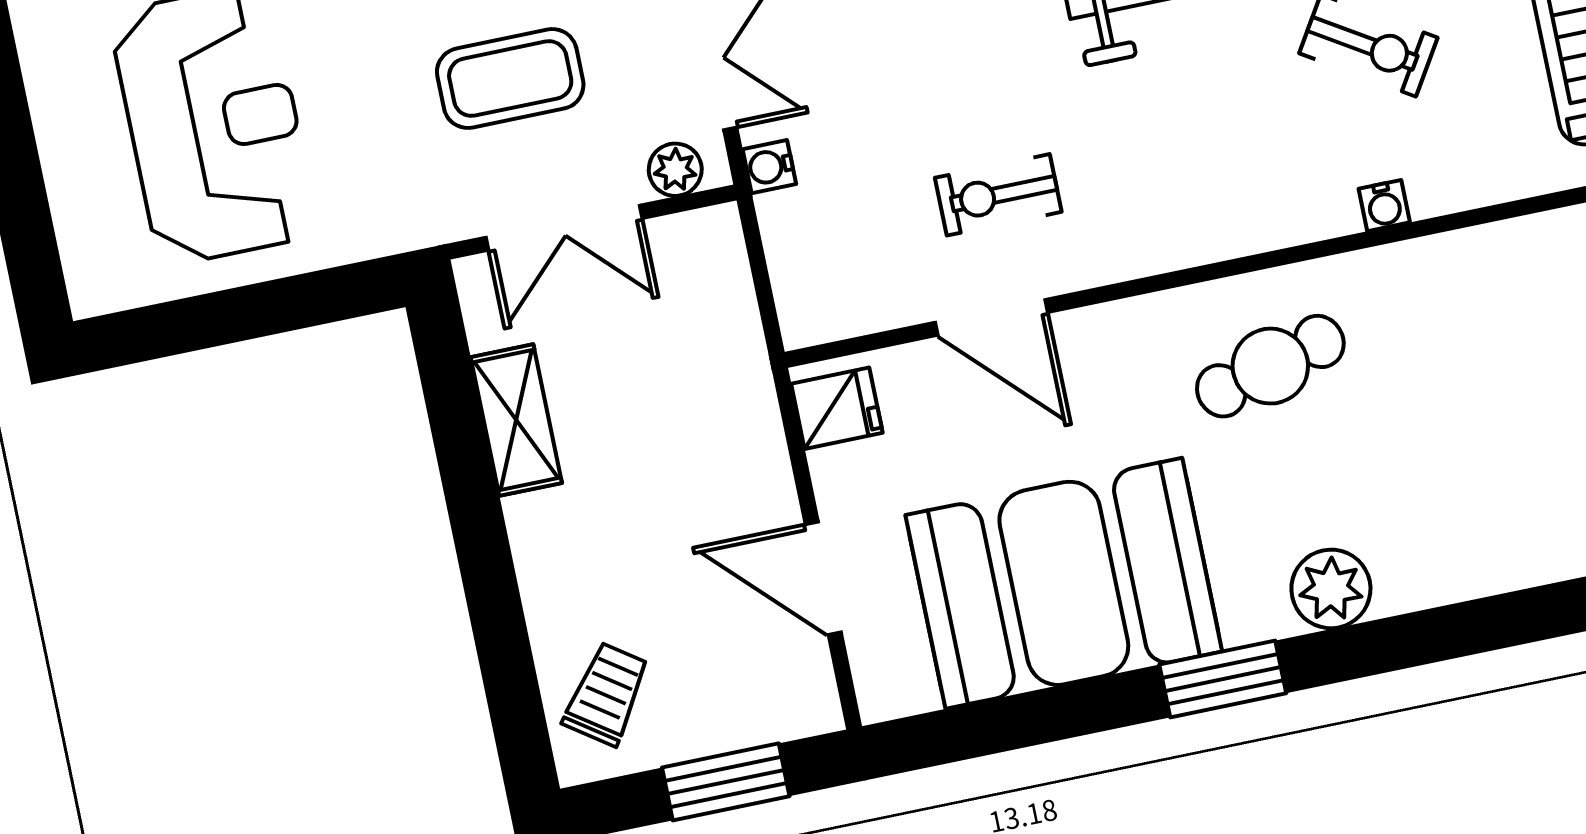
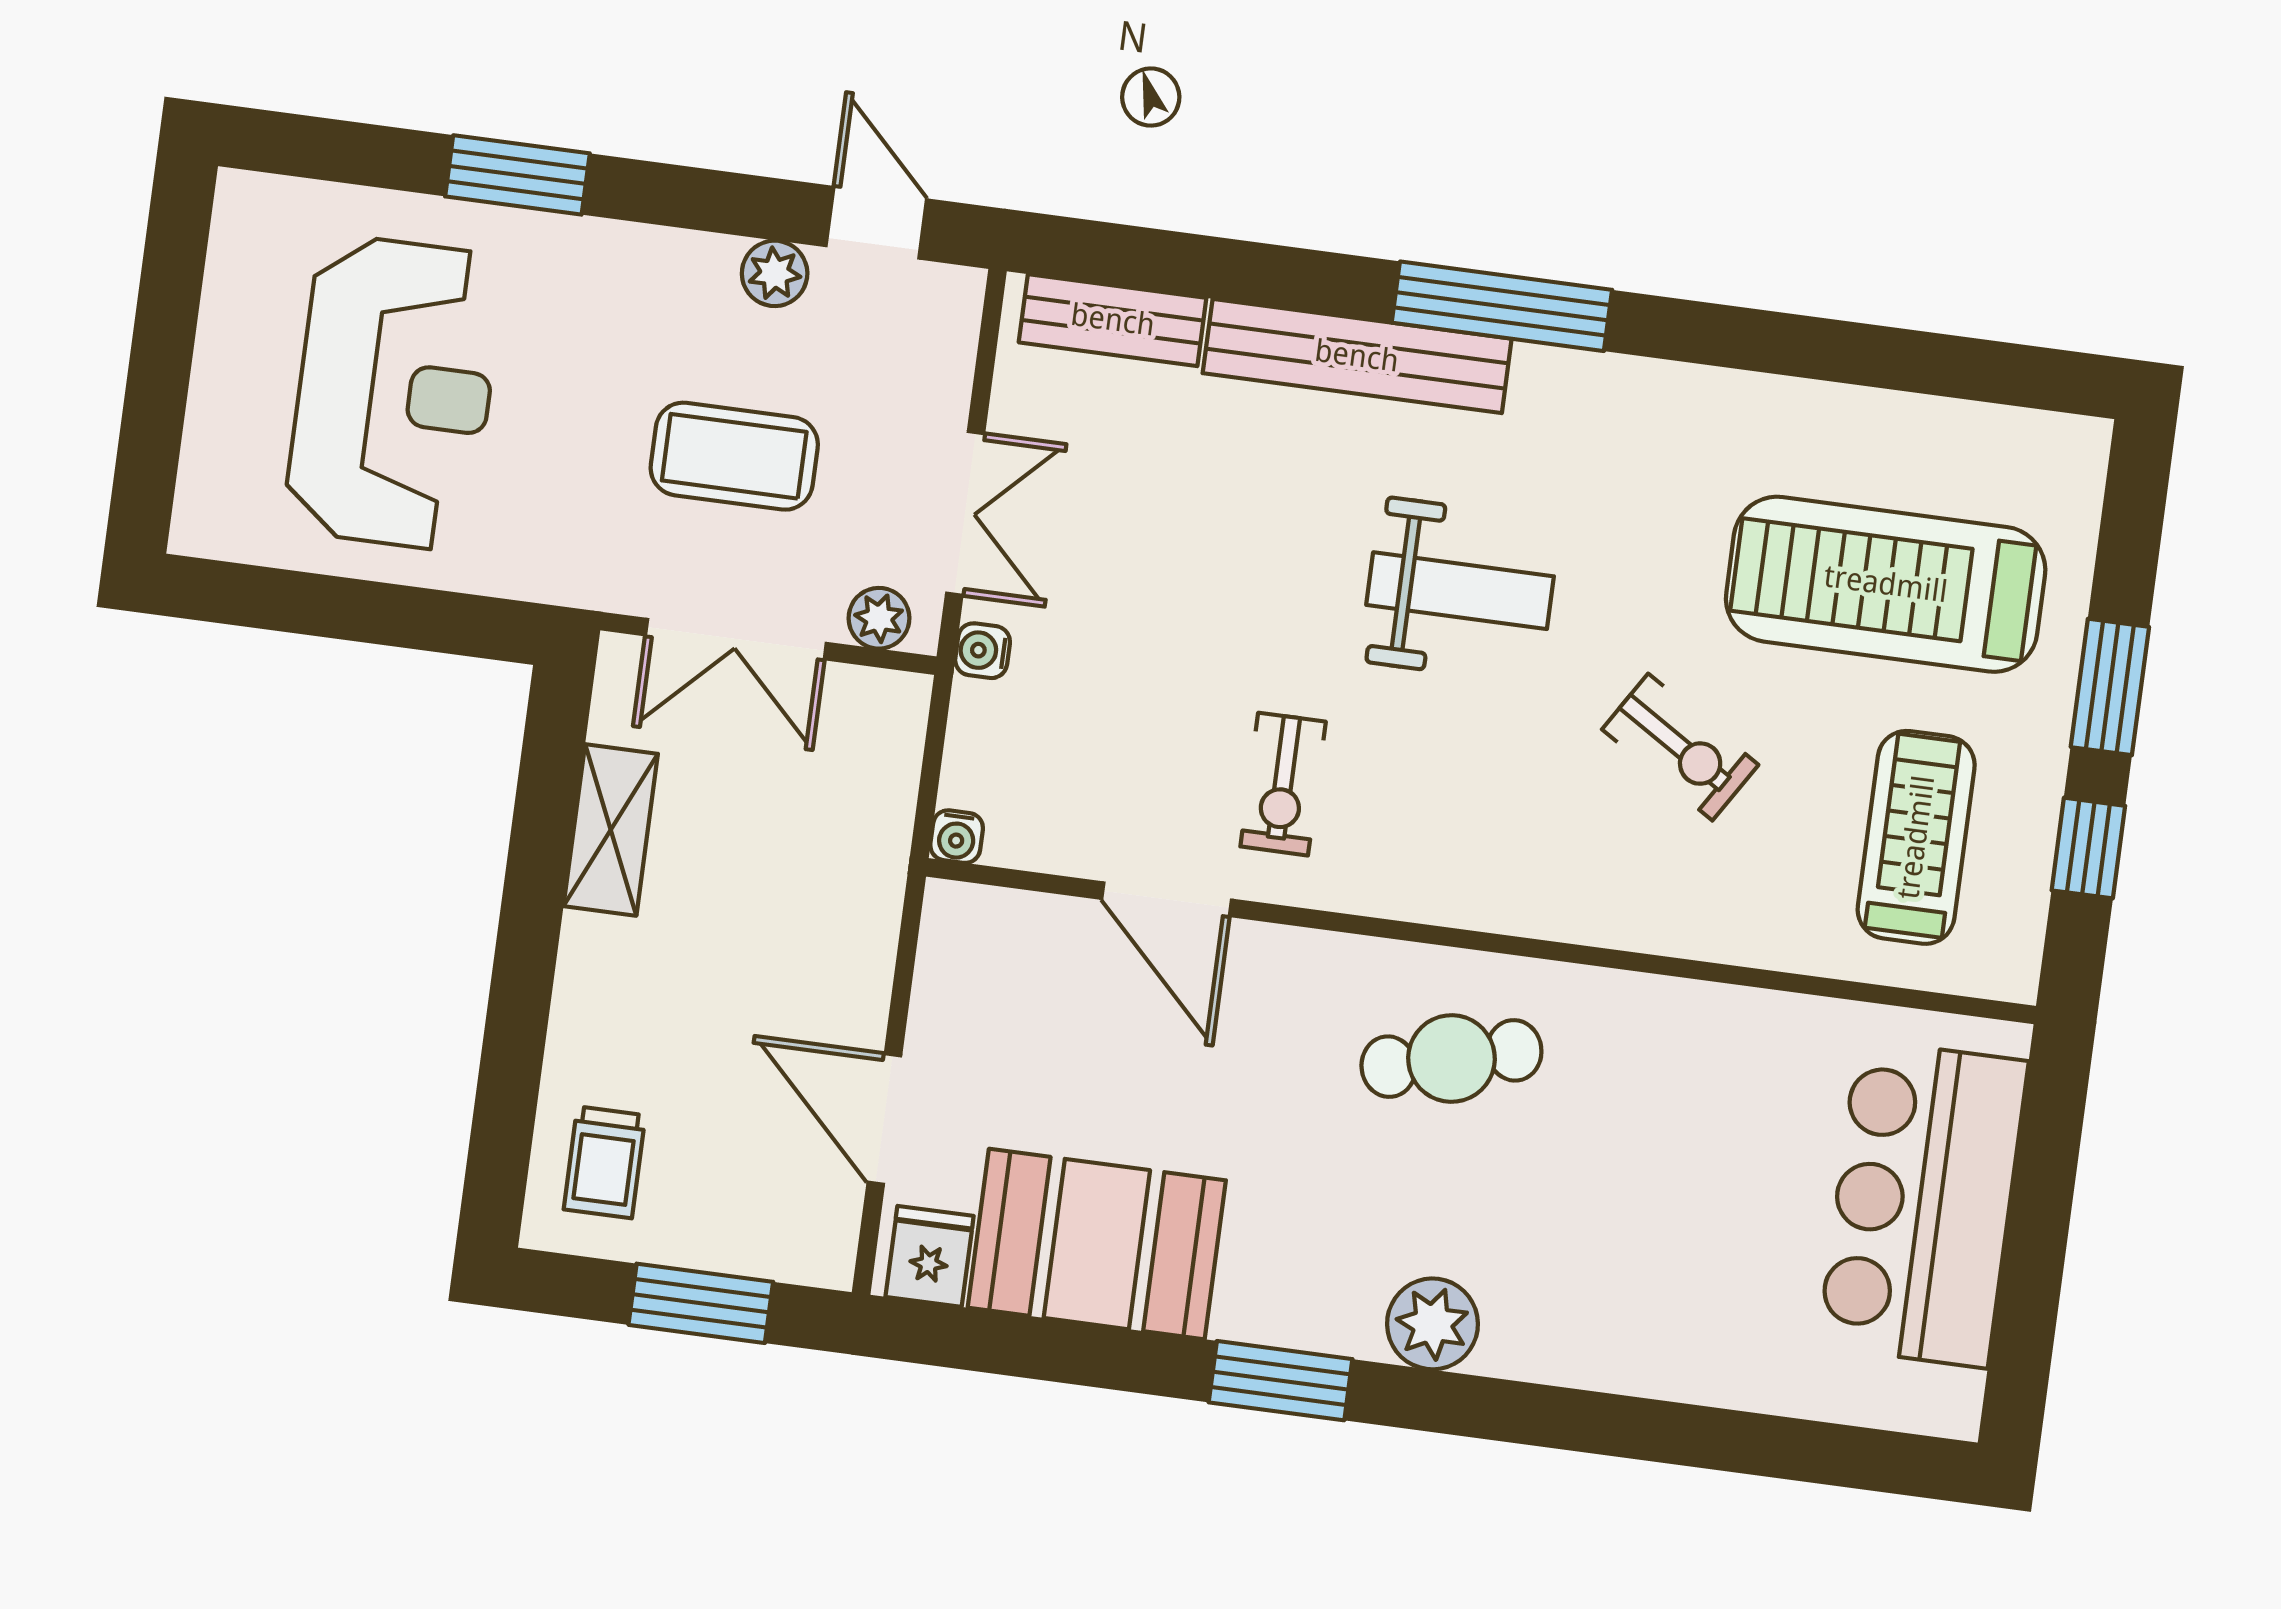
exercise bike: (998, 195) -> (1283, 784), moved, turned -90
water cooler: (1384, 206) -> (957, 837), moved
fridge: (837, 408) -> (930, 1256), moved, turned -90
booth: (1064, 583) -> (1097, 1244), width x0.73, depth x0.70
trolley: (606, 694) -> (605, 1162), turned 145

